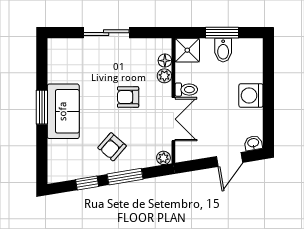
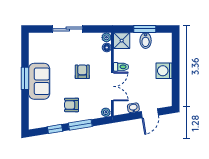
plant: (164, 76) -> (106, 37), moved
armchair: (128, 97) -> (82, 72), turned 90
washbasin: (253, 143) -> (133, 108), moved
armchair: (112, 147) -> (72, 105), turned 49

